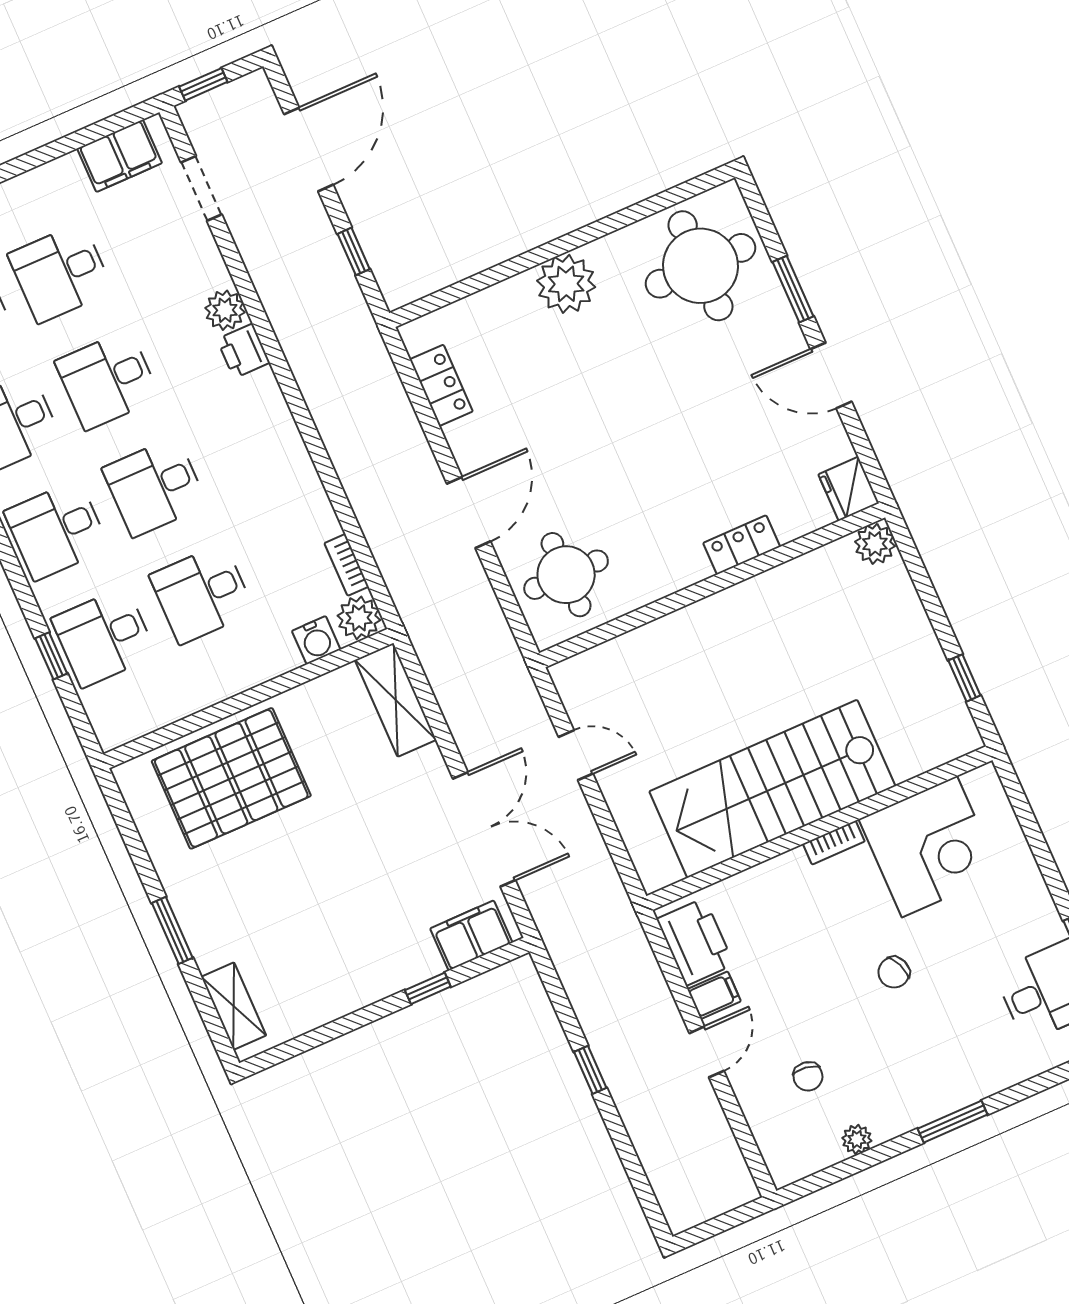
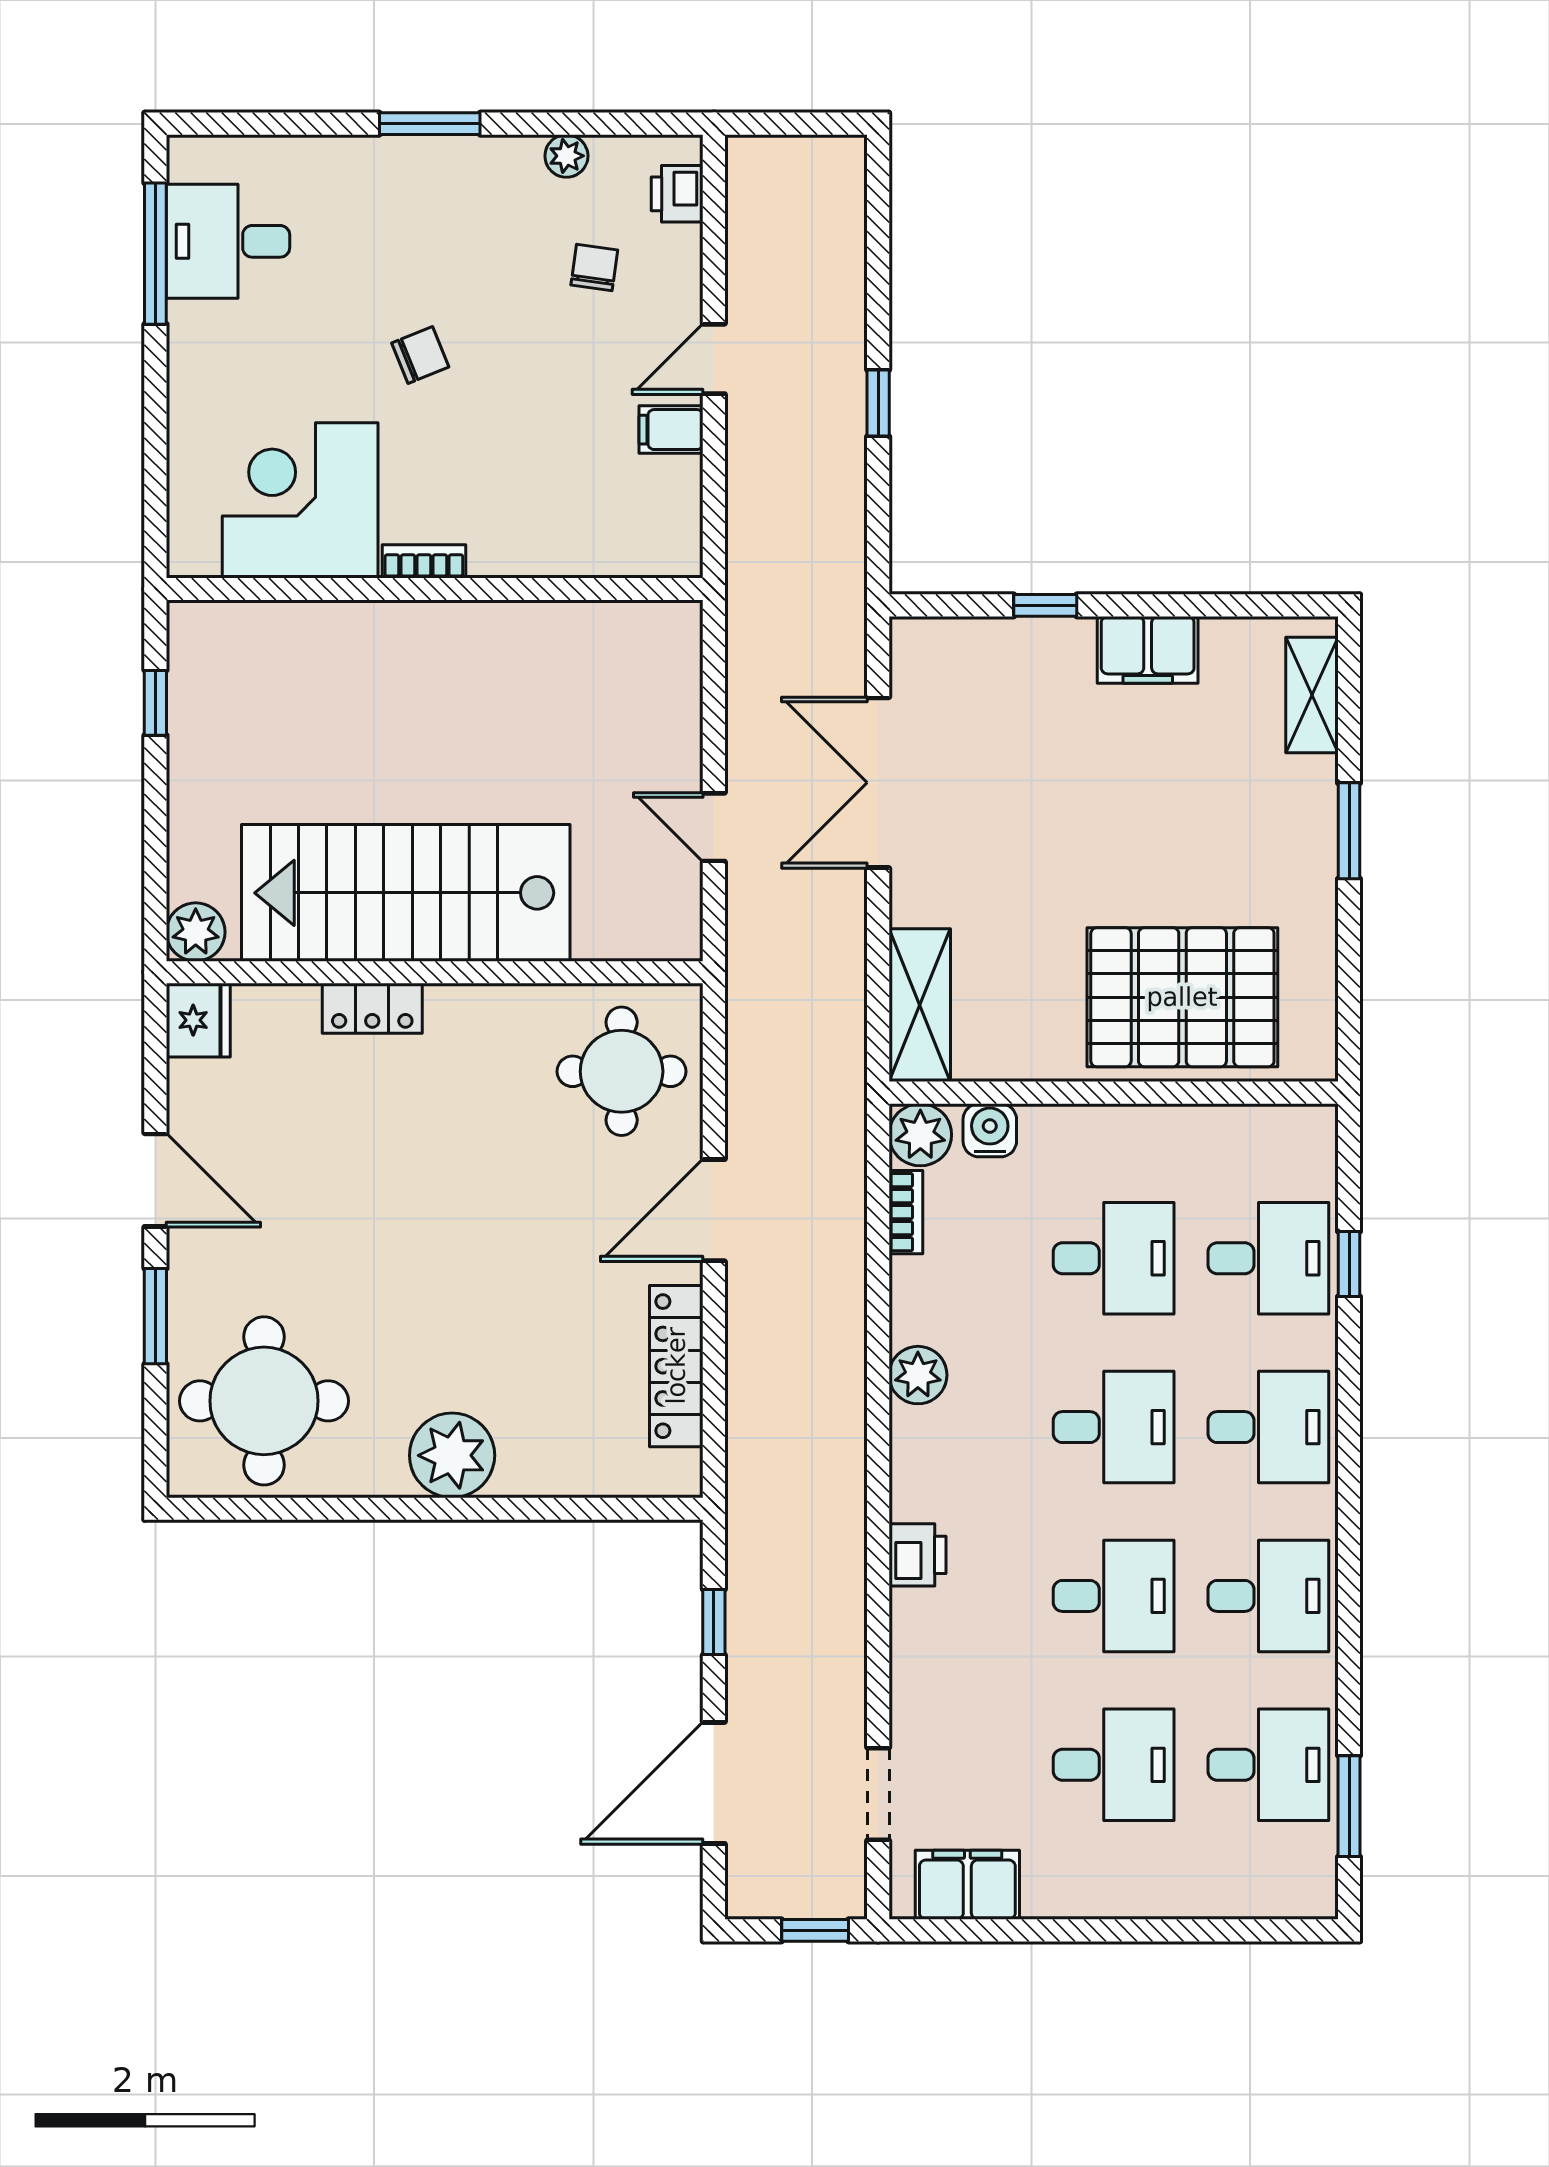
plant: (225, 310) -> (918, 1375), moved
locker: (441, 385) -> (676, 1366), width x1.53
stairs: (772, 789) -> (406, 893), moved, turned 180
filing cabinet: (471, 935) -> (1148, 650), moved
printer: (695, 942) -> (677, 194), moved, width x0.53, depth x0.68

